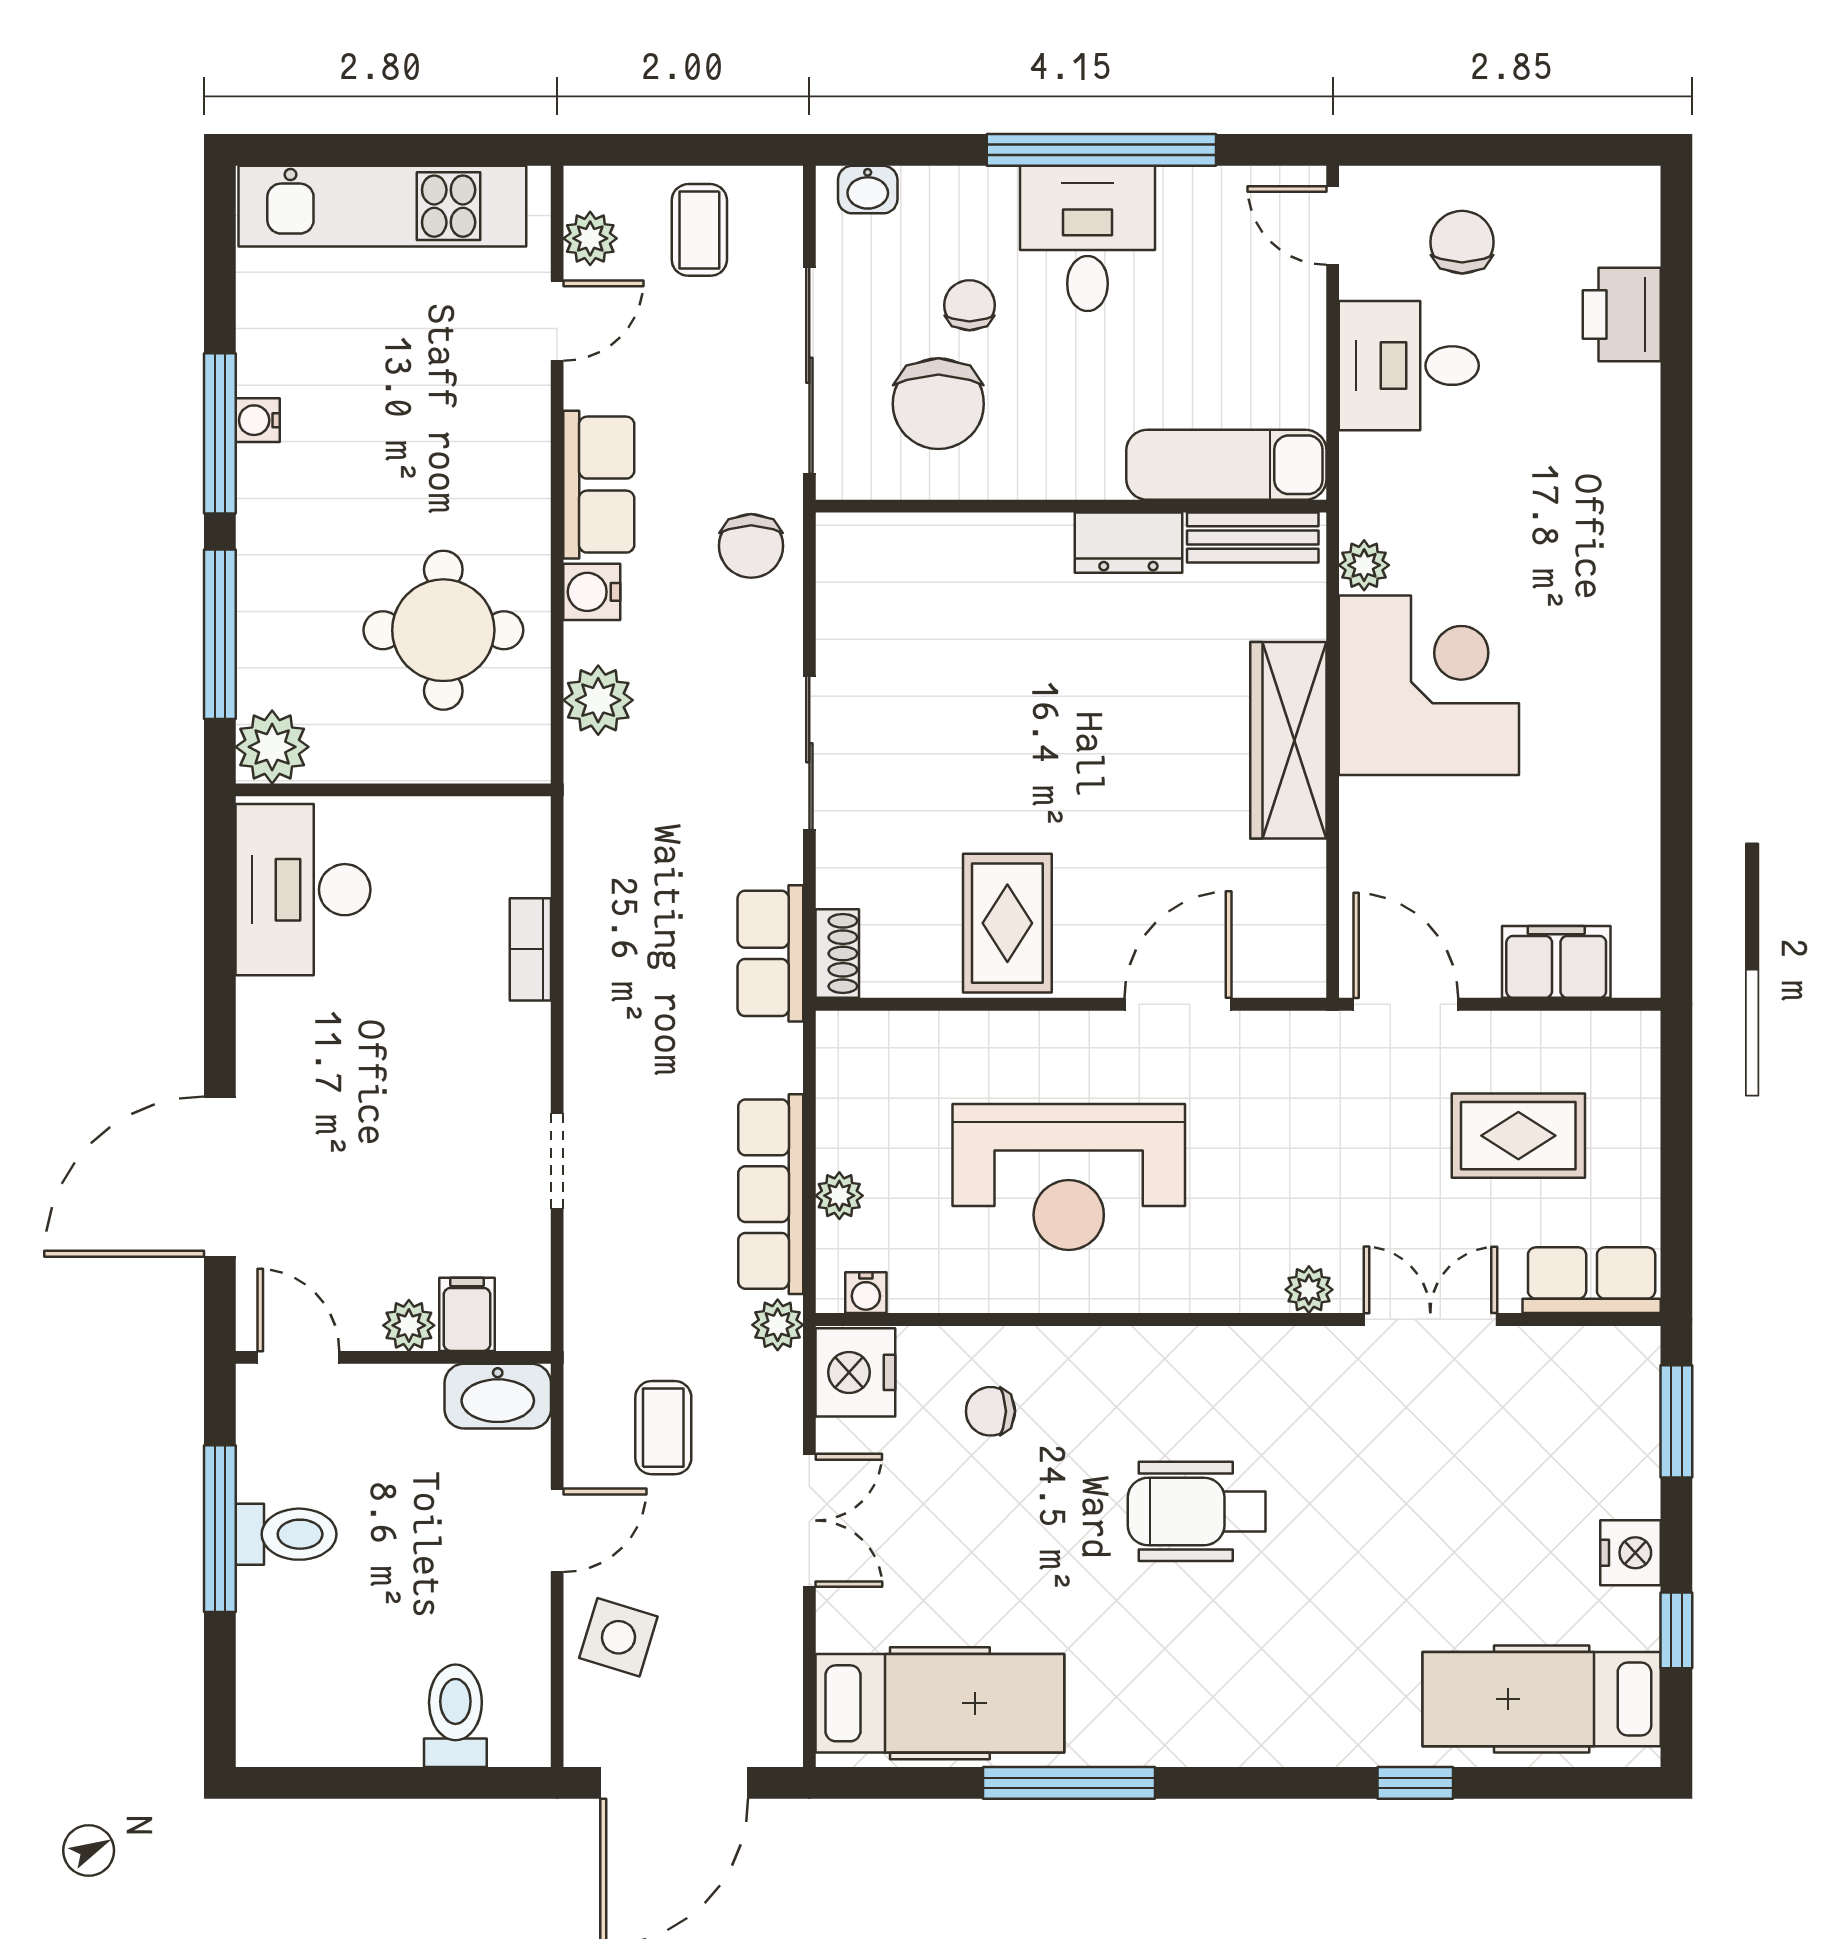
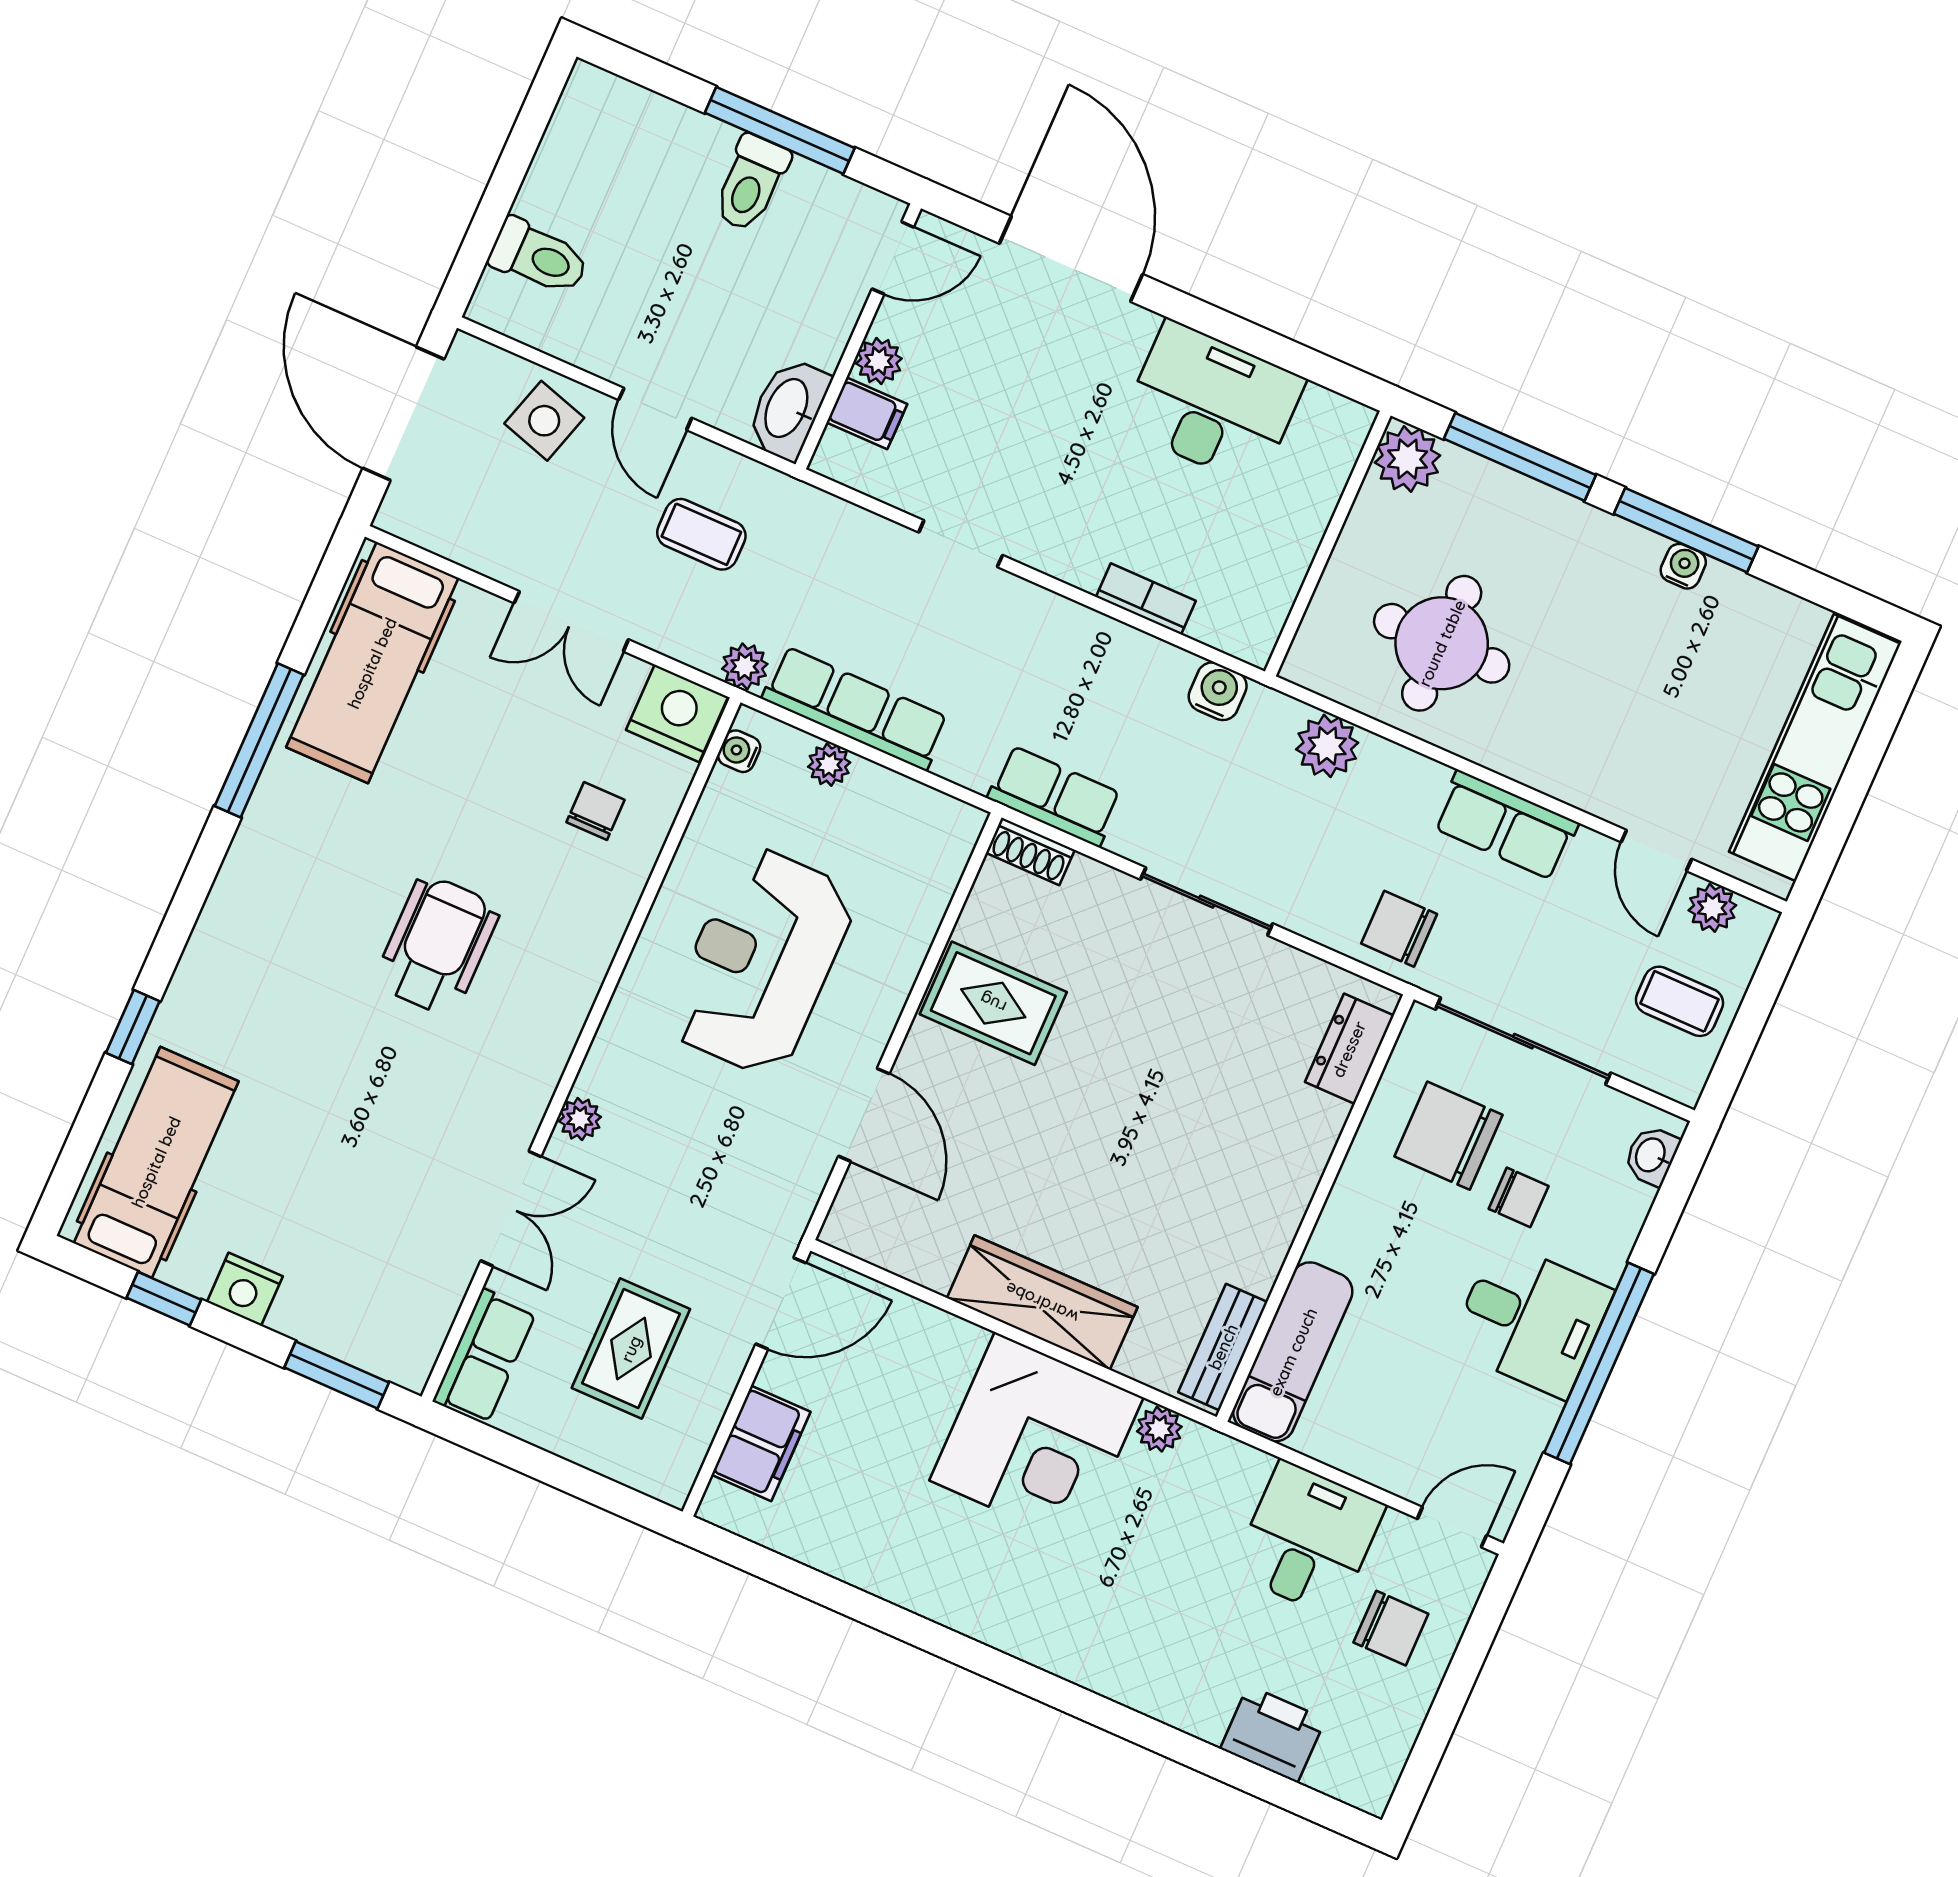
dresser: (1128, 543) -> (1349, 1049), moved
water cooler: (592, 592) -> (1218, 691), moved
desk: (303, 890) -> (1212, 403), moved

